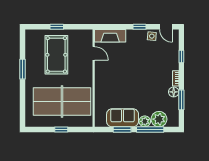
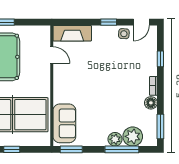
door: (166, 27) -> (141, 22), hinge flipped
window: (181, 100) -> (160, 127), moved
sofa: (123, 118) -> (64, 123), moved, turned 90
window: (122, 130) -> (71, 149), moved

